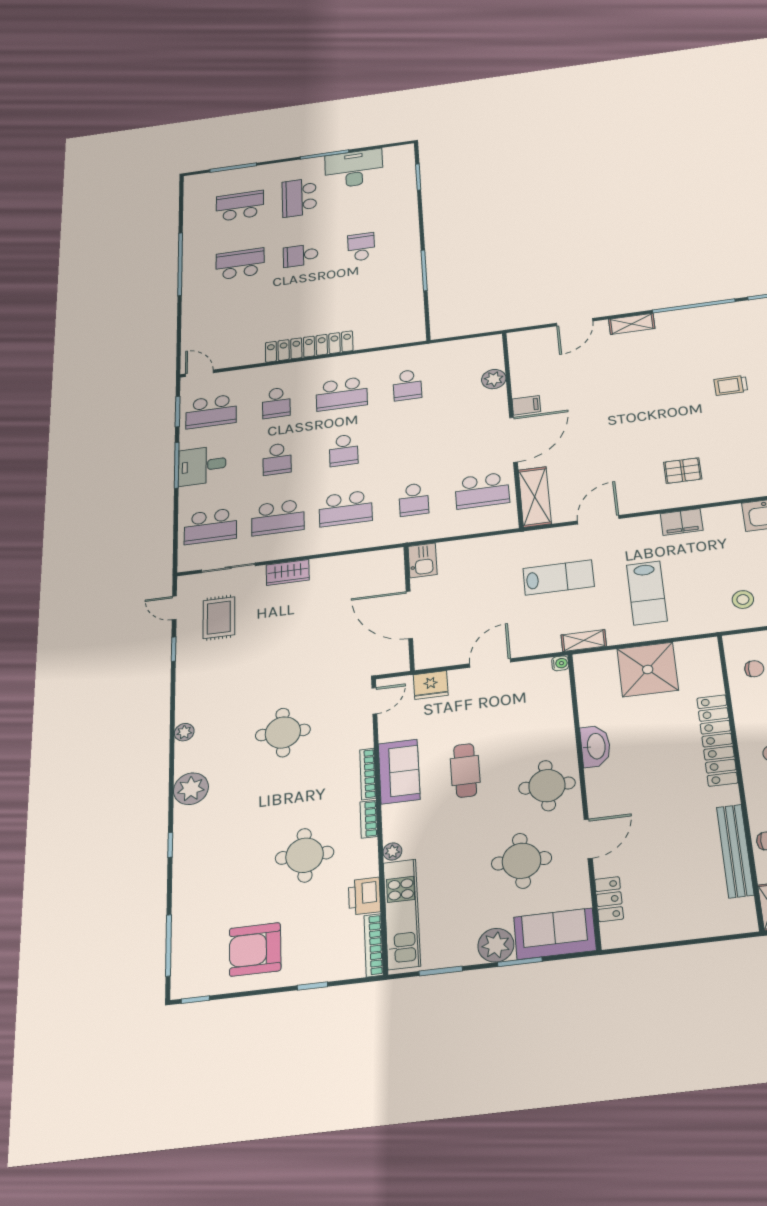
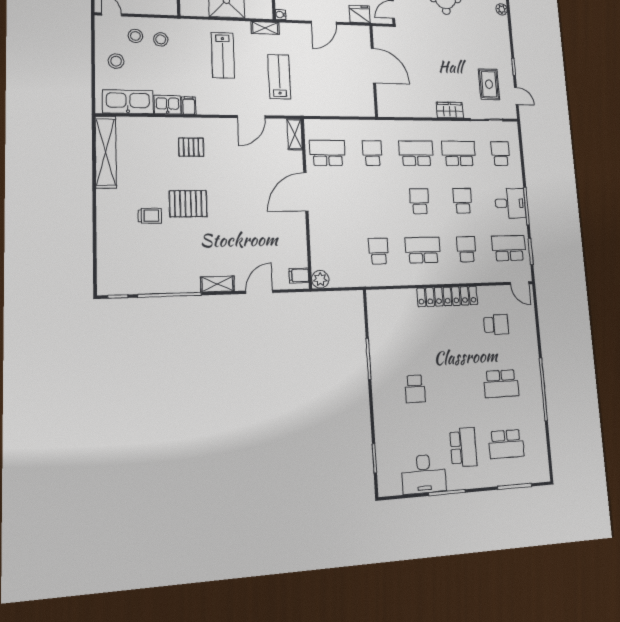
school desk: (301, 255) -> (496, 325), moved
plant: (494, 379) -> (320, 279), moved
filing cabinet: (526, 405) -> (299, 275), moved
pallet: (680, 405) -> (188, 204), added
shelving: (535, 497) -> (295, 134), width x0.67, depth x0.75
filing cabinet: (682, 522) -> (189, 105), width x0.50
school desk: (210, 526) -> (500, 154), width x0.54
kitchen sink: (422, 560) -> (168, 105), moved, turned 90
lab bench: (559, 577) -> (279, 77), turned 90
lab bench: (647, 593) -> (223, 55), turned 180

